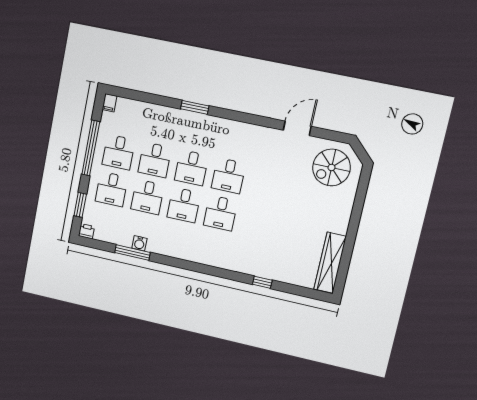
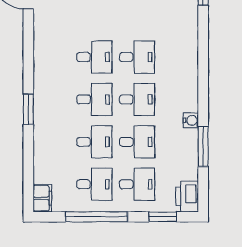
filing cabinet: (109, 103) -> (42, 198), width x2.00
printer: (87, 231) -> (187, 197), width x1.87, depth x1.48
water cooler: (139, 243) -> (191, 120), moved

